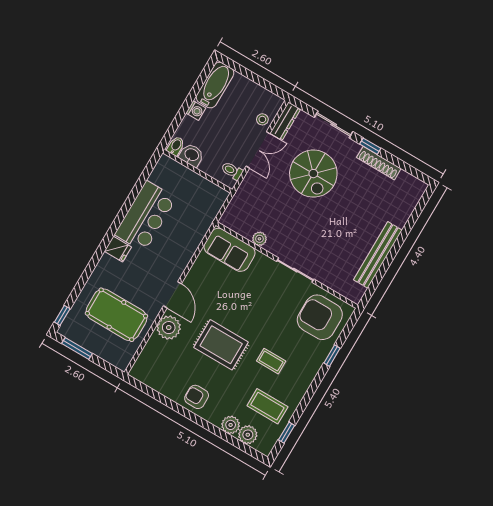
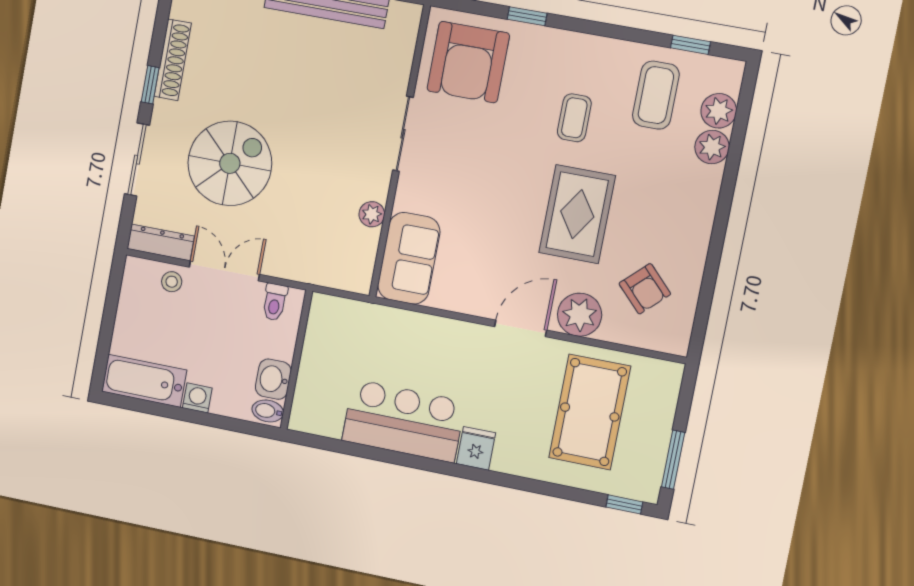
armchair: (197, 397) -> (645, 289), moved, turned -44

